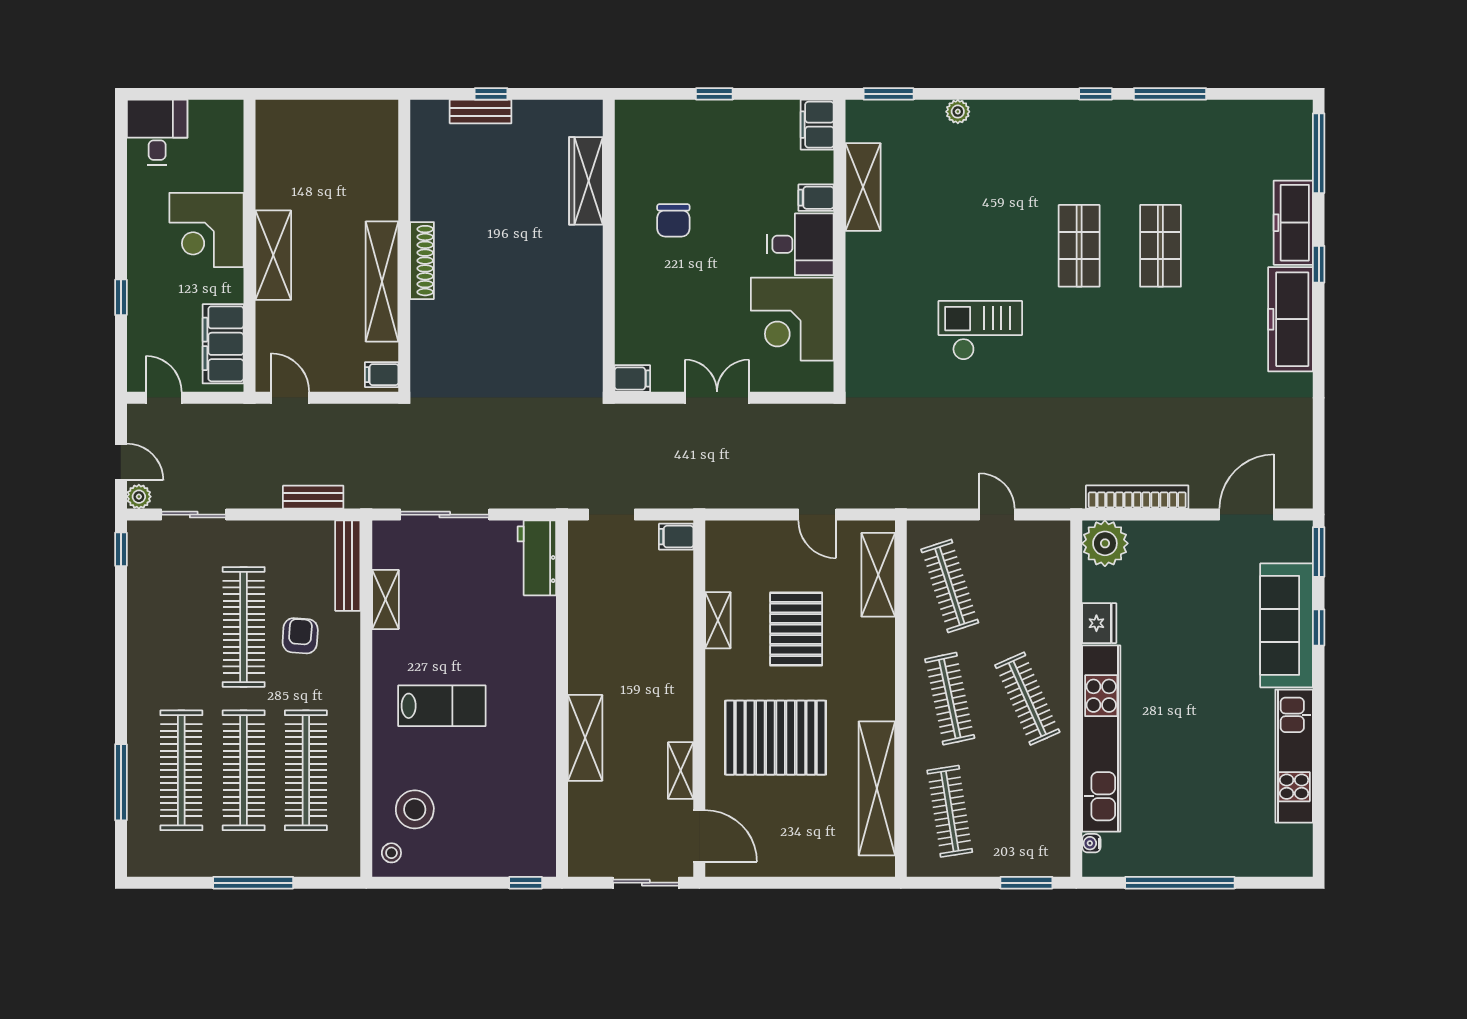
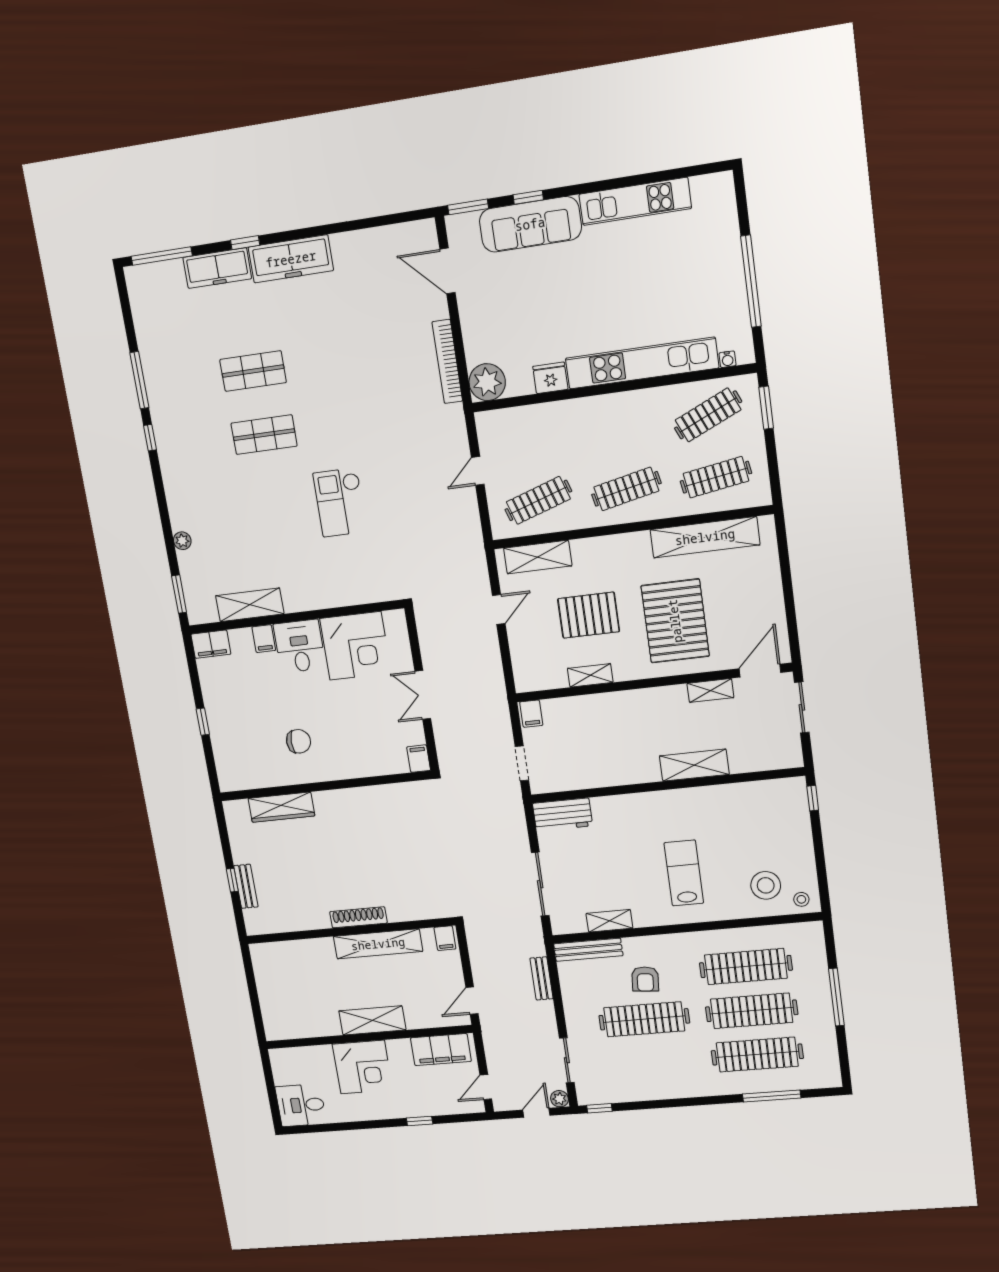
armchair: (300, 636) -> (645, 979), turned -89
clothes rail: (1027, 699) -> (708, 415), moved

